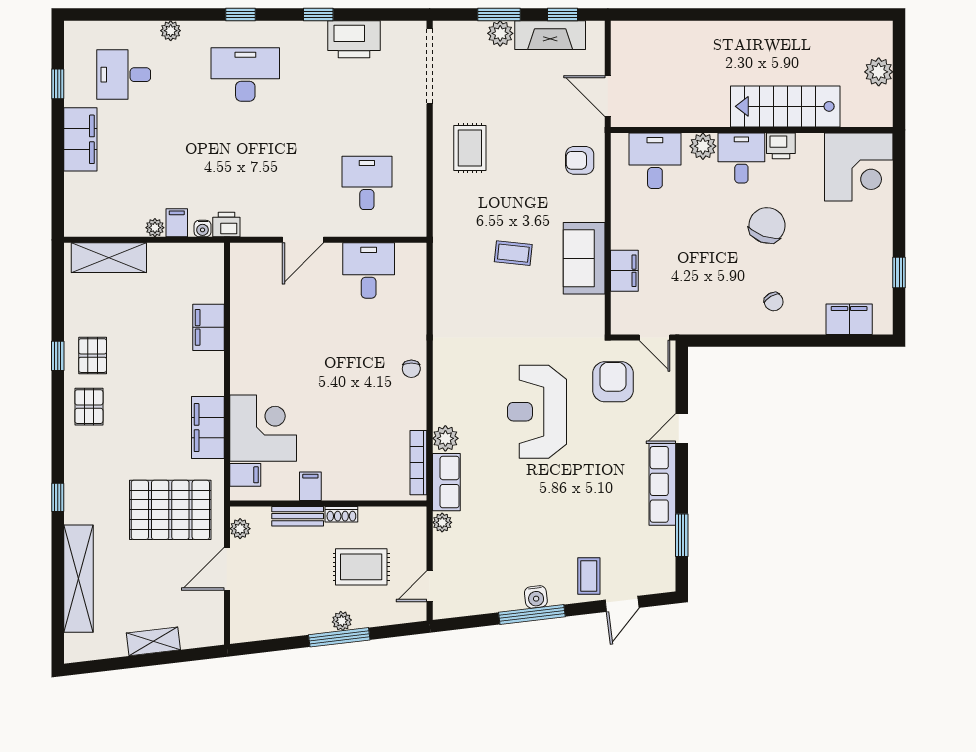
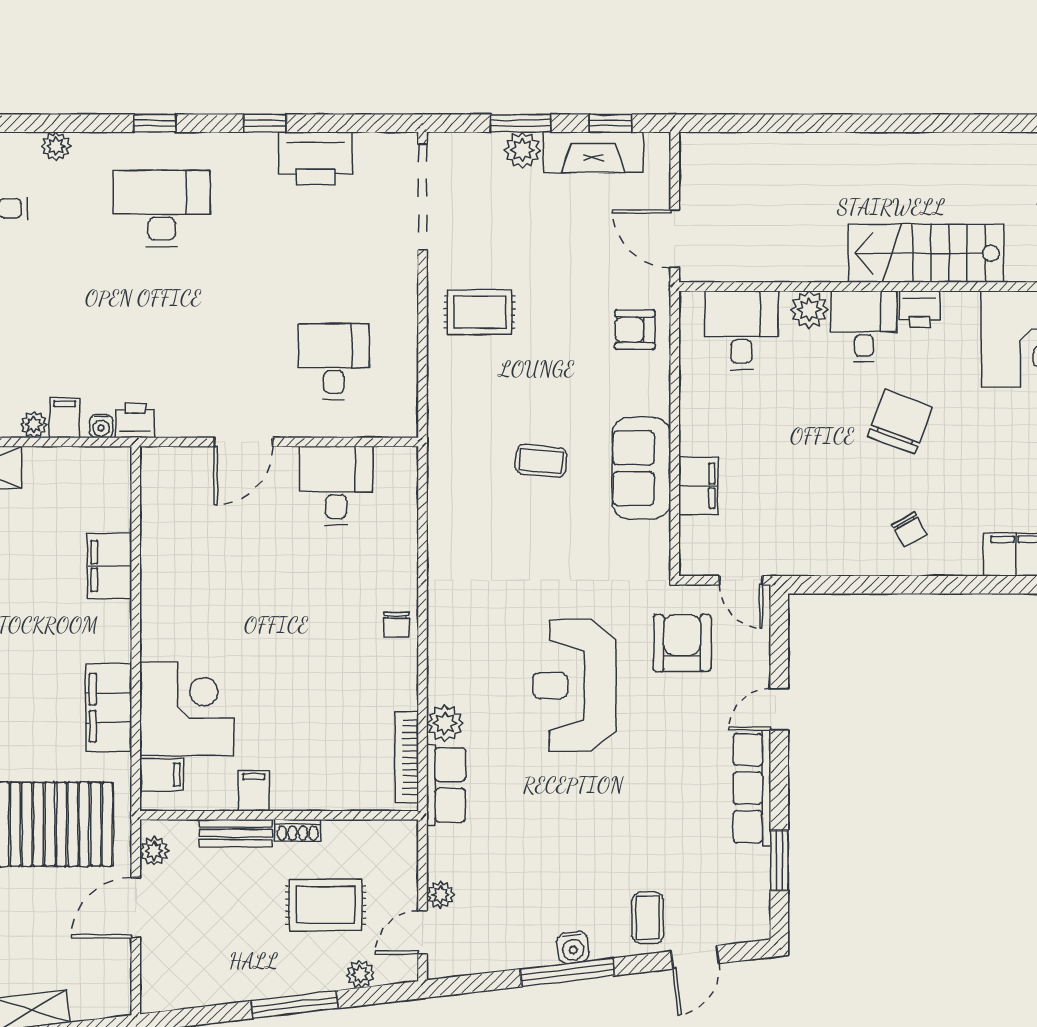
rug: (470, 148) -> (480, 312), turned 90
plant: (442, 522) -> (440, 895), moved
plant: (342, 621) -> (360, 974), moved

